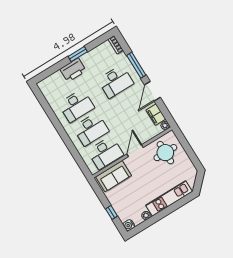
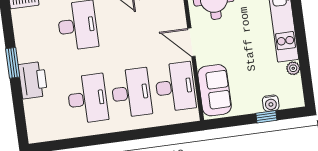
water cooler: (129, 225) -> (271, 103), moved

